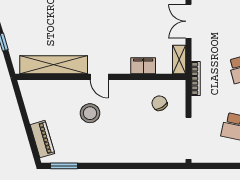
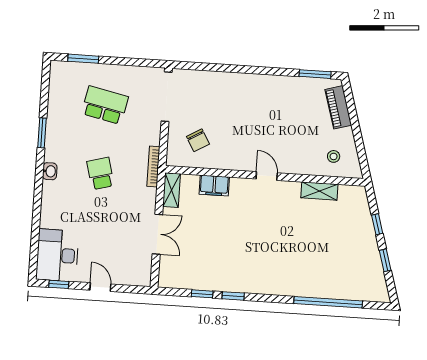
shelving: (54, 65) -> (319, 191), width x0.45, depth x0.75
stool: (90, 113) -> (334, 156), moved, width x0.53, depth x0.53

